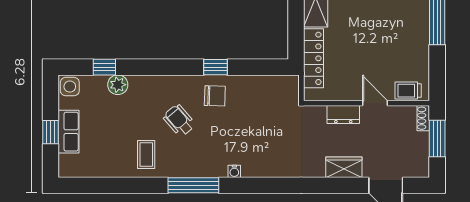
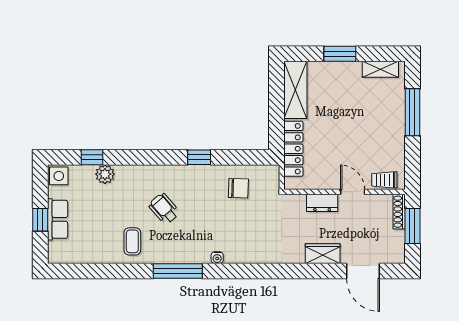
chair: (215, 96) -> (238, 188), moved
shoe rack: (423, 118) -> (399, 212), width x1.43

